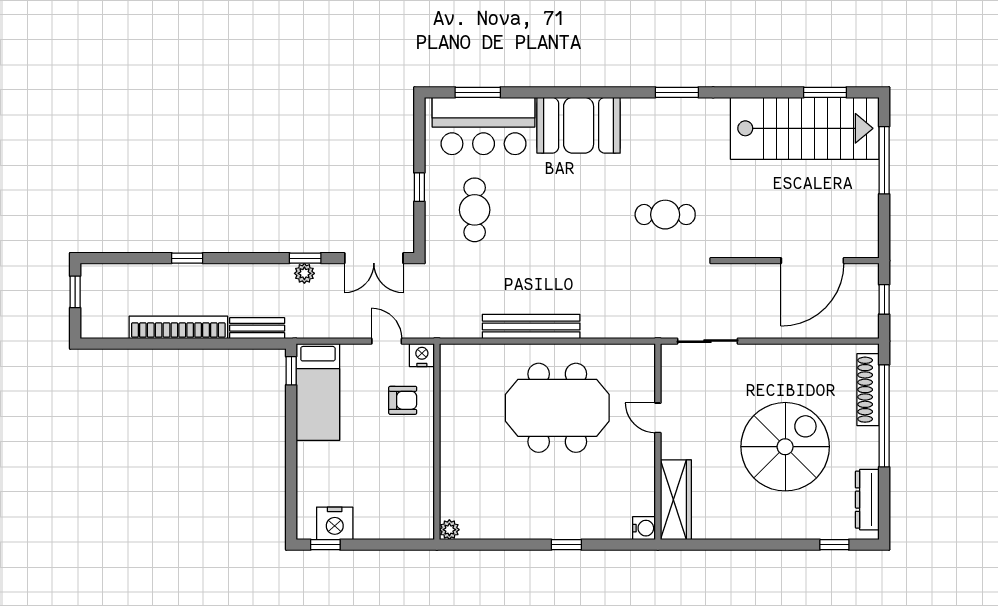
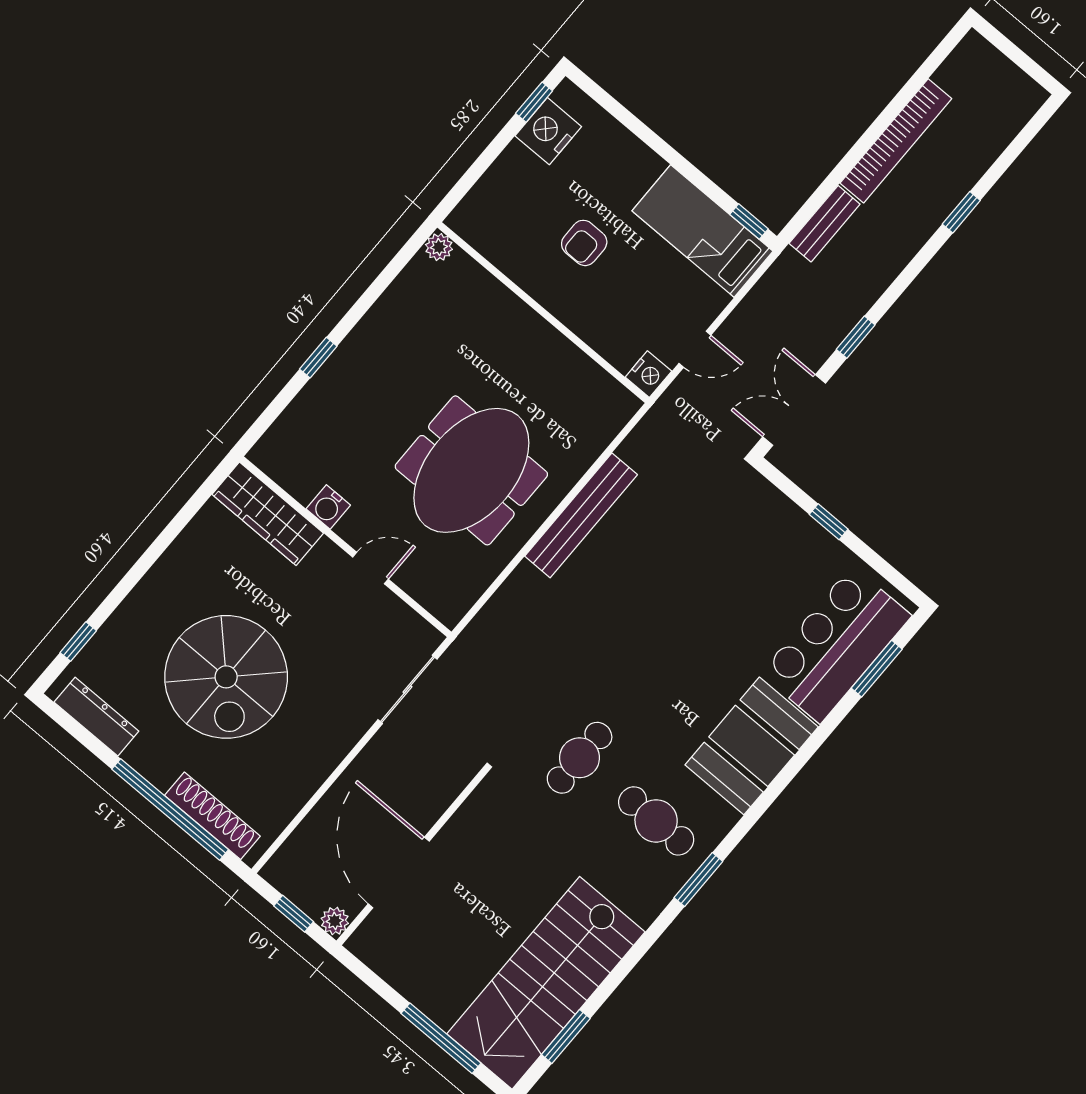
cafe table: (475, 210) -> (656, 821), moved
plant: (304, 273) -> (335, 921), moved
window: (75, 292) -> (1026, 63), removed
armchair: (403, 400) -> (584, 243), moved
water cooler: (644, 528) -> (328, 507), moved

